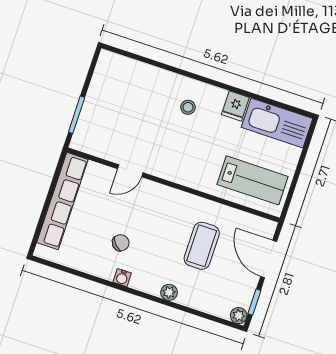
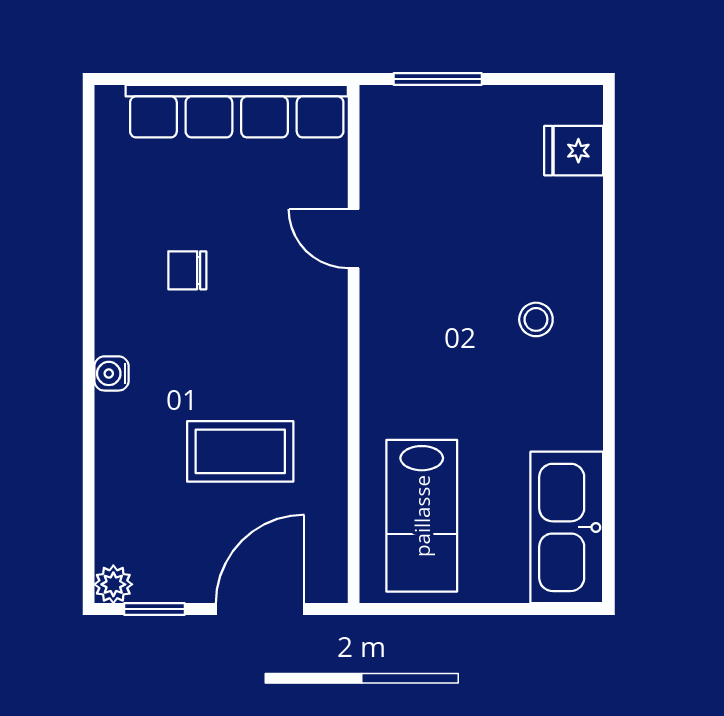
fridge: (235, 106) -> (574, 151), moved
chair: (121, 243) -> (187, 270), turned 133
water cooler: (122, 278) -> (111, 373), moved
plant: (169, 292) -> (113, 413), removed

